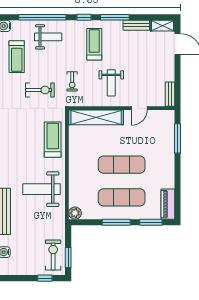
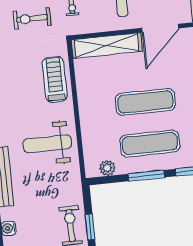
exercise bike: (40, 90) -> (32, 18), turned 180
door: (139, 108) -> (160, 28), width x1.88
plant: (75, 213) -> (107, 168), moved

